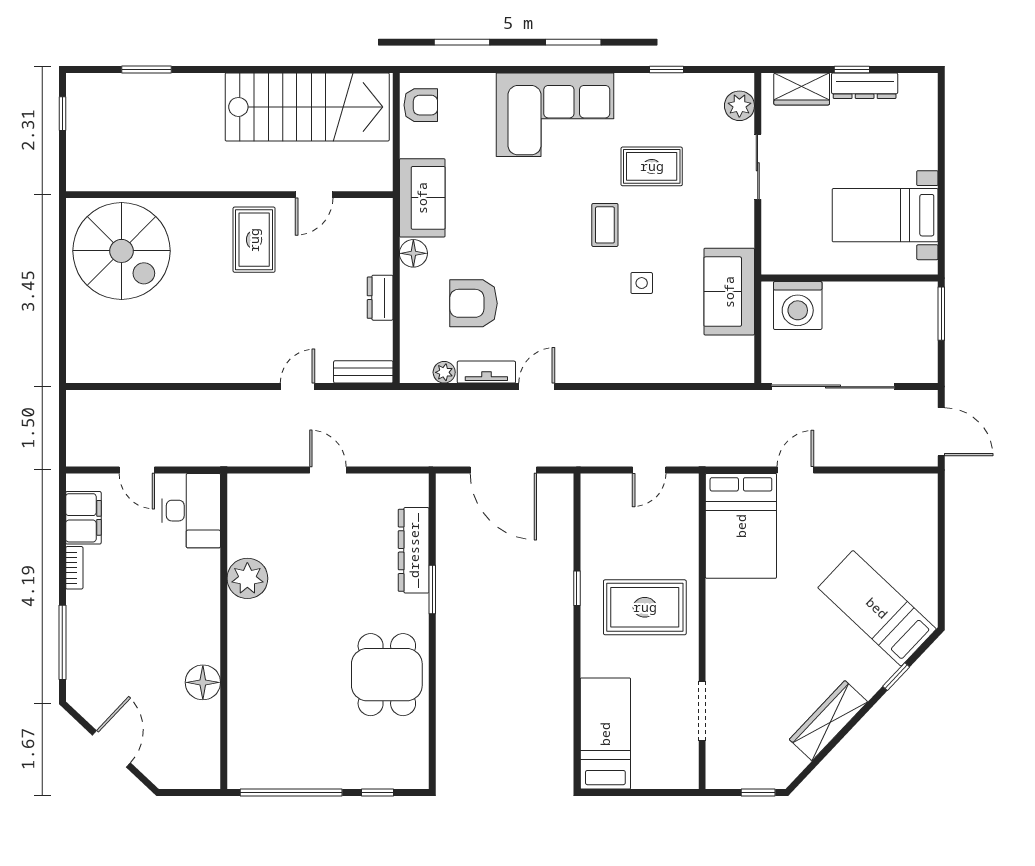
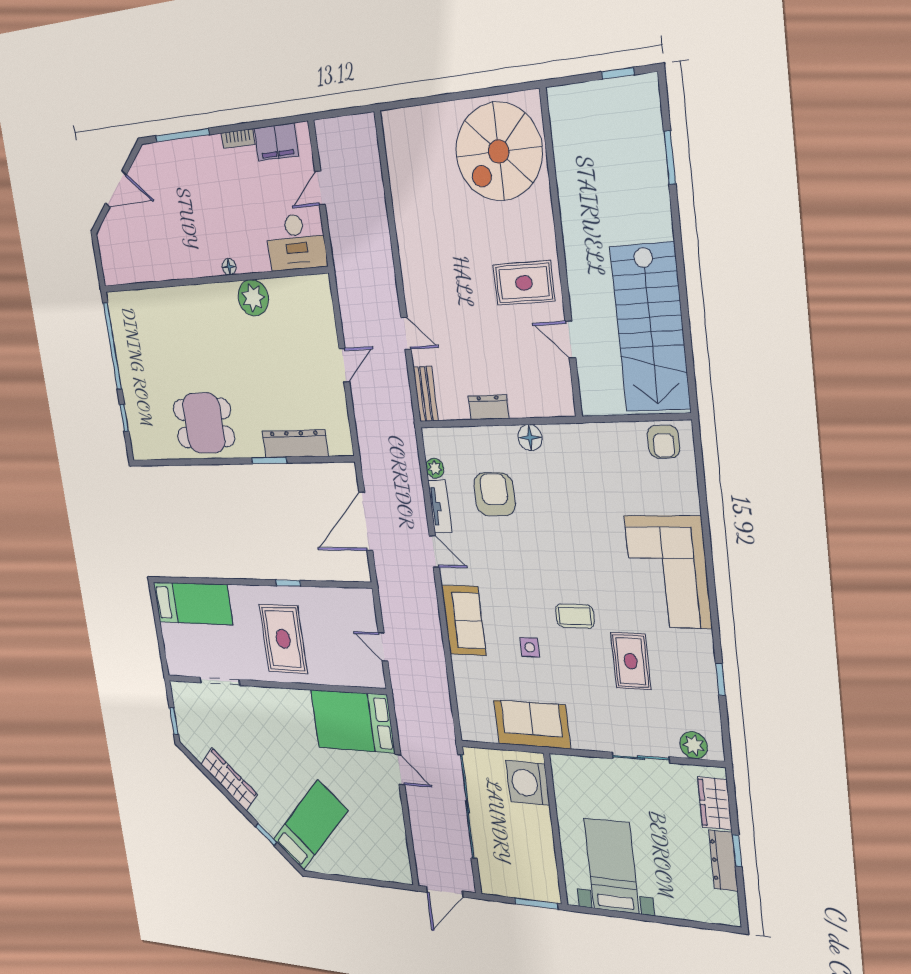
sofa: (422, 198) -> (464, 620), moved, turned -90
floor lamp: (203, 682) -> (229, 267), moved, width x0.53, depth x0.53

